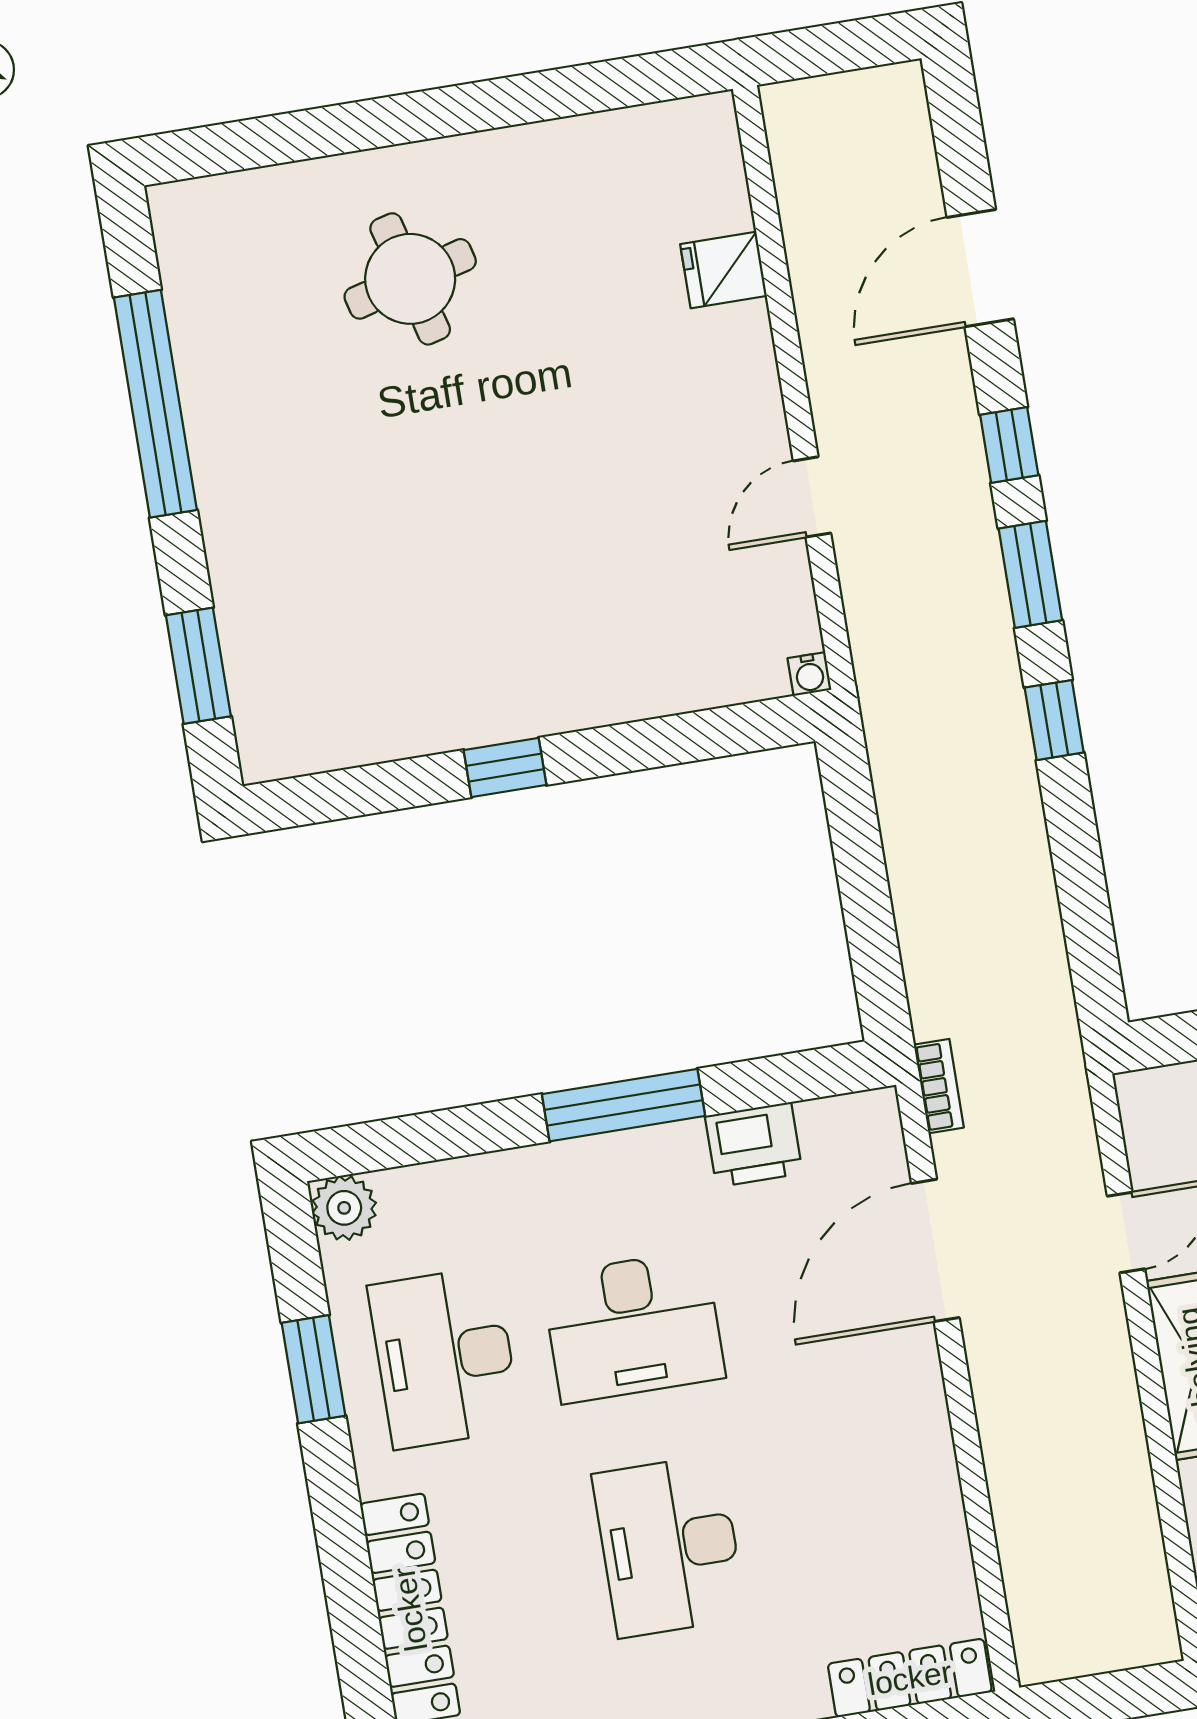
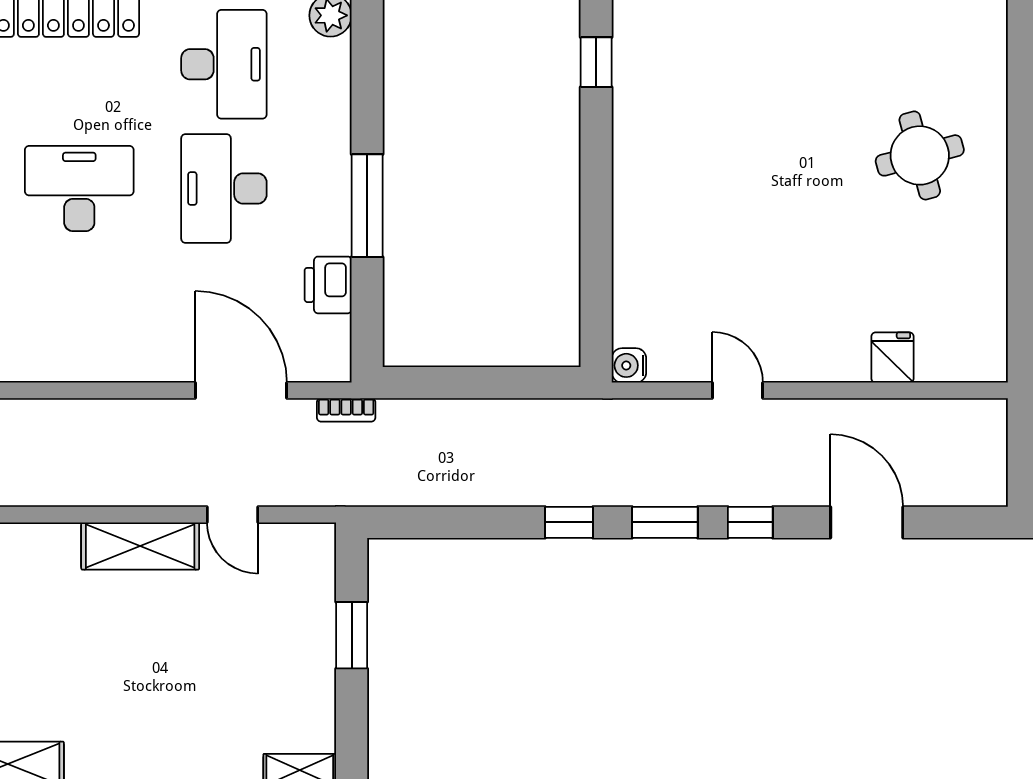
water cooler: (809, 674) -> (629, 365), width x1.38, depth x1.38
window: (505, 768) -> (596, 62), moved
desk: (445, 1357) -> (224, 64), turned 90

